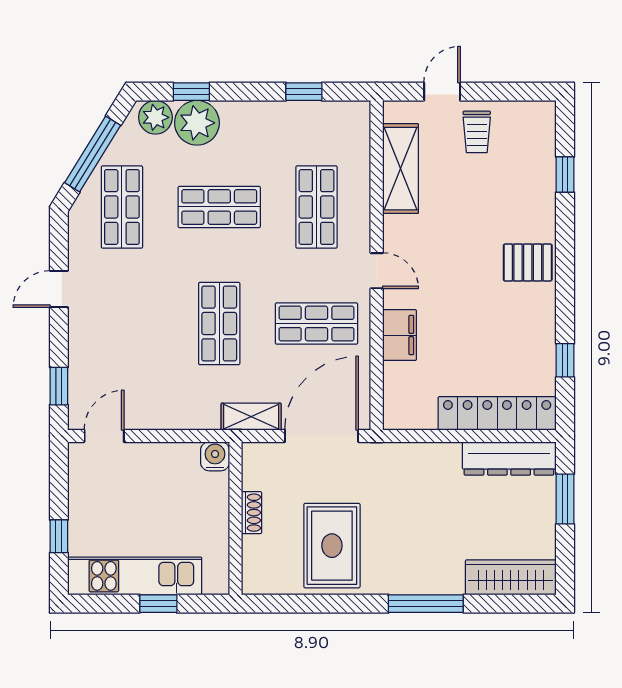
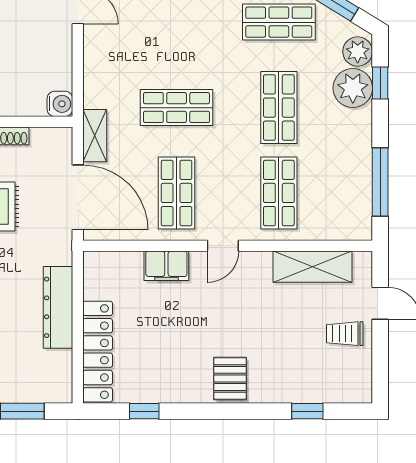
window: (304, 92) -> (380, 182), width x2.17
shop shelf: (316, 207) -> (279, 193), turned 90
dresser: (509, 458) -> (58, 307), moved

